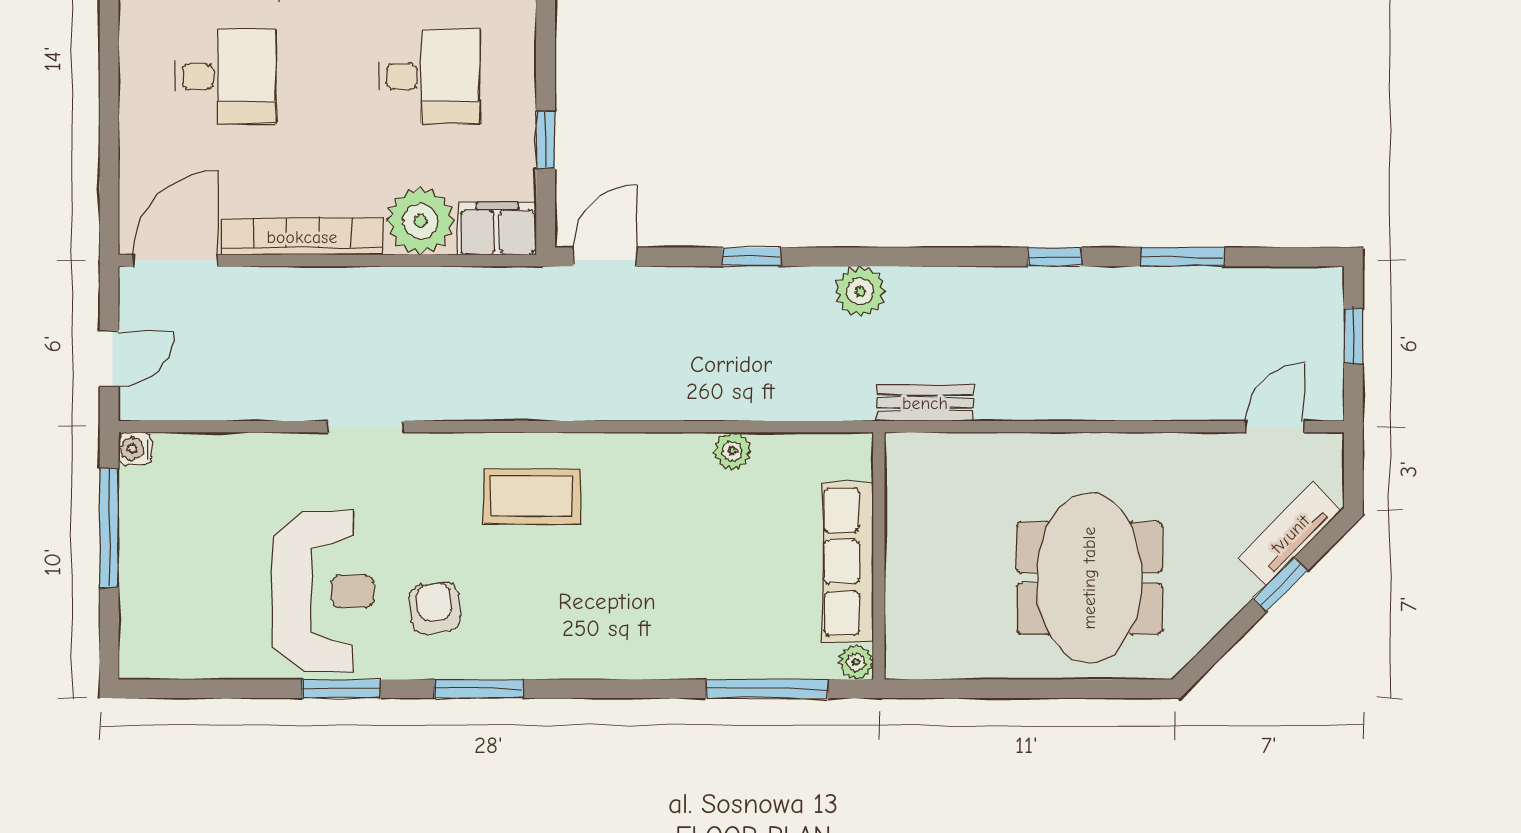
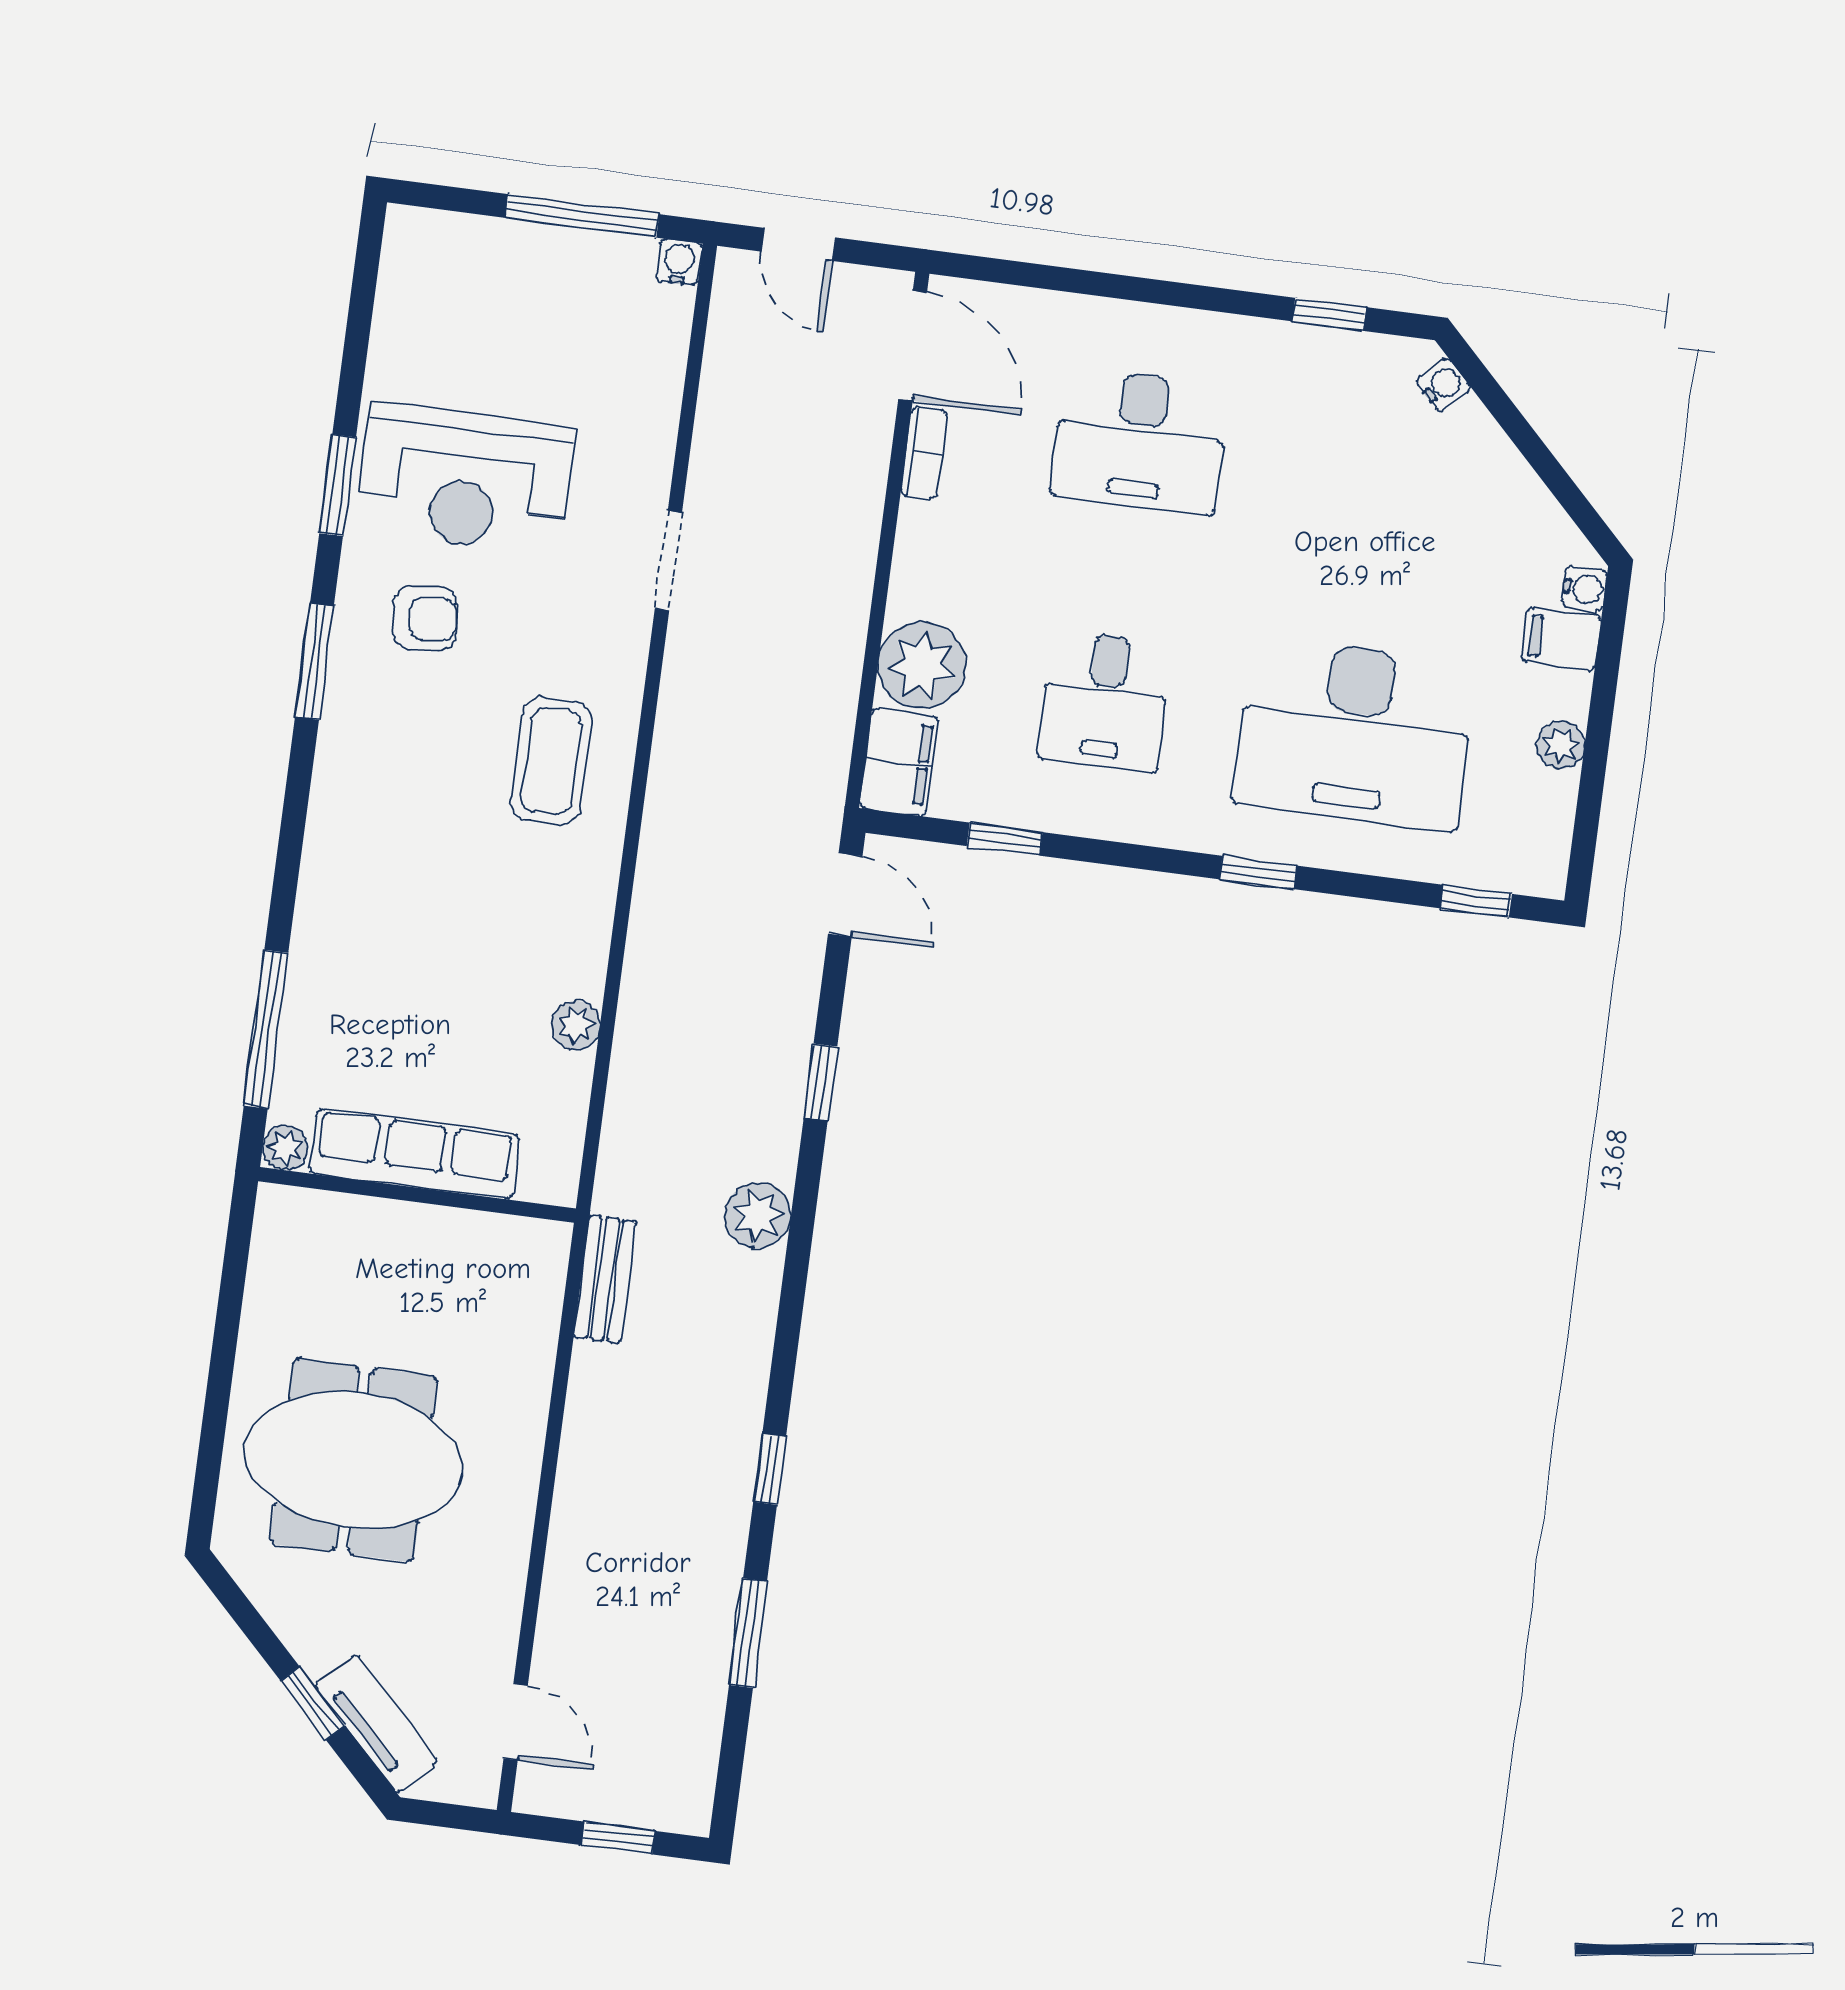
desk: (225, 77) -> (1139, 441), width x1.37
bookcase: (302, 237) -> (924, 453), width x0.43, depth x0.76

